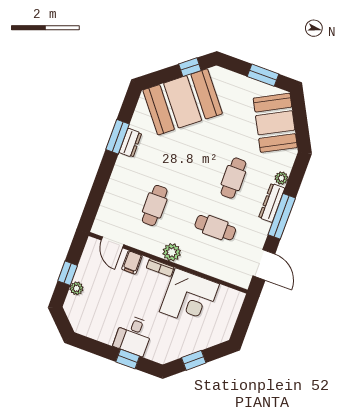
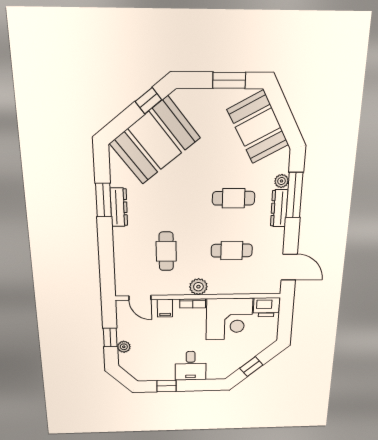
dresser: (130, 143) -> (119, 207), width x1.44
cafe table: (233, 178) -> (234, 198), turned 90
window: (282, 216) -> (294, 195), moved
printer: (230, 299) -> (266, 307), added
window: (128, 359) -> (166, 386), moved

